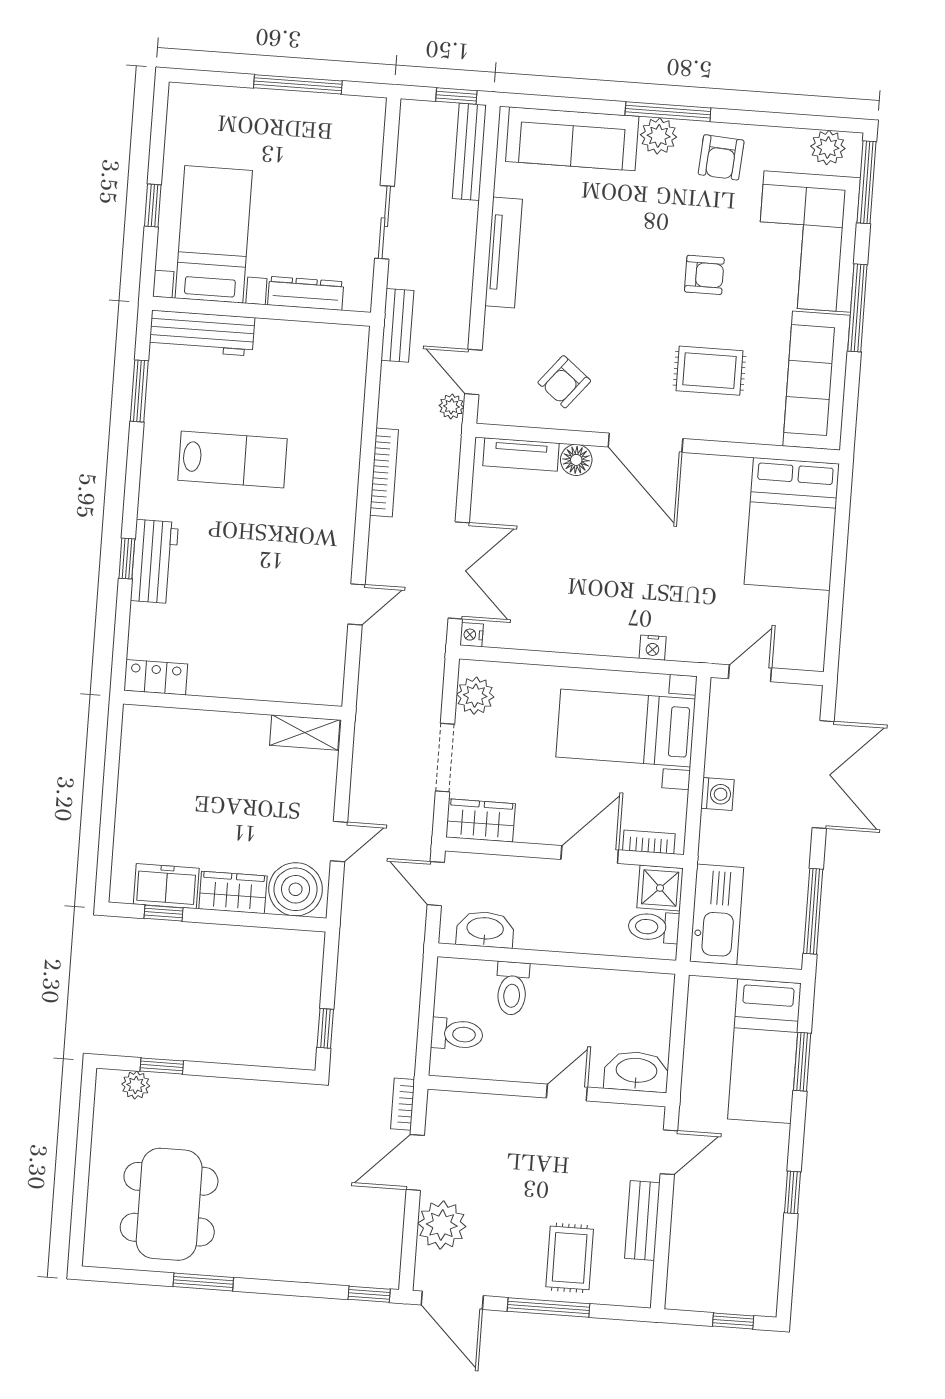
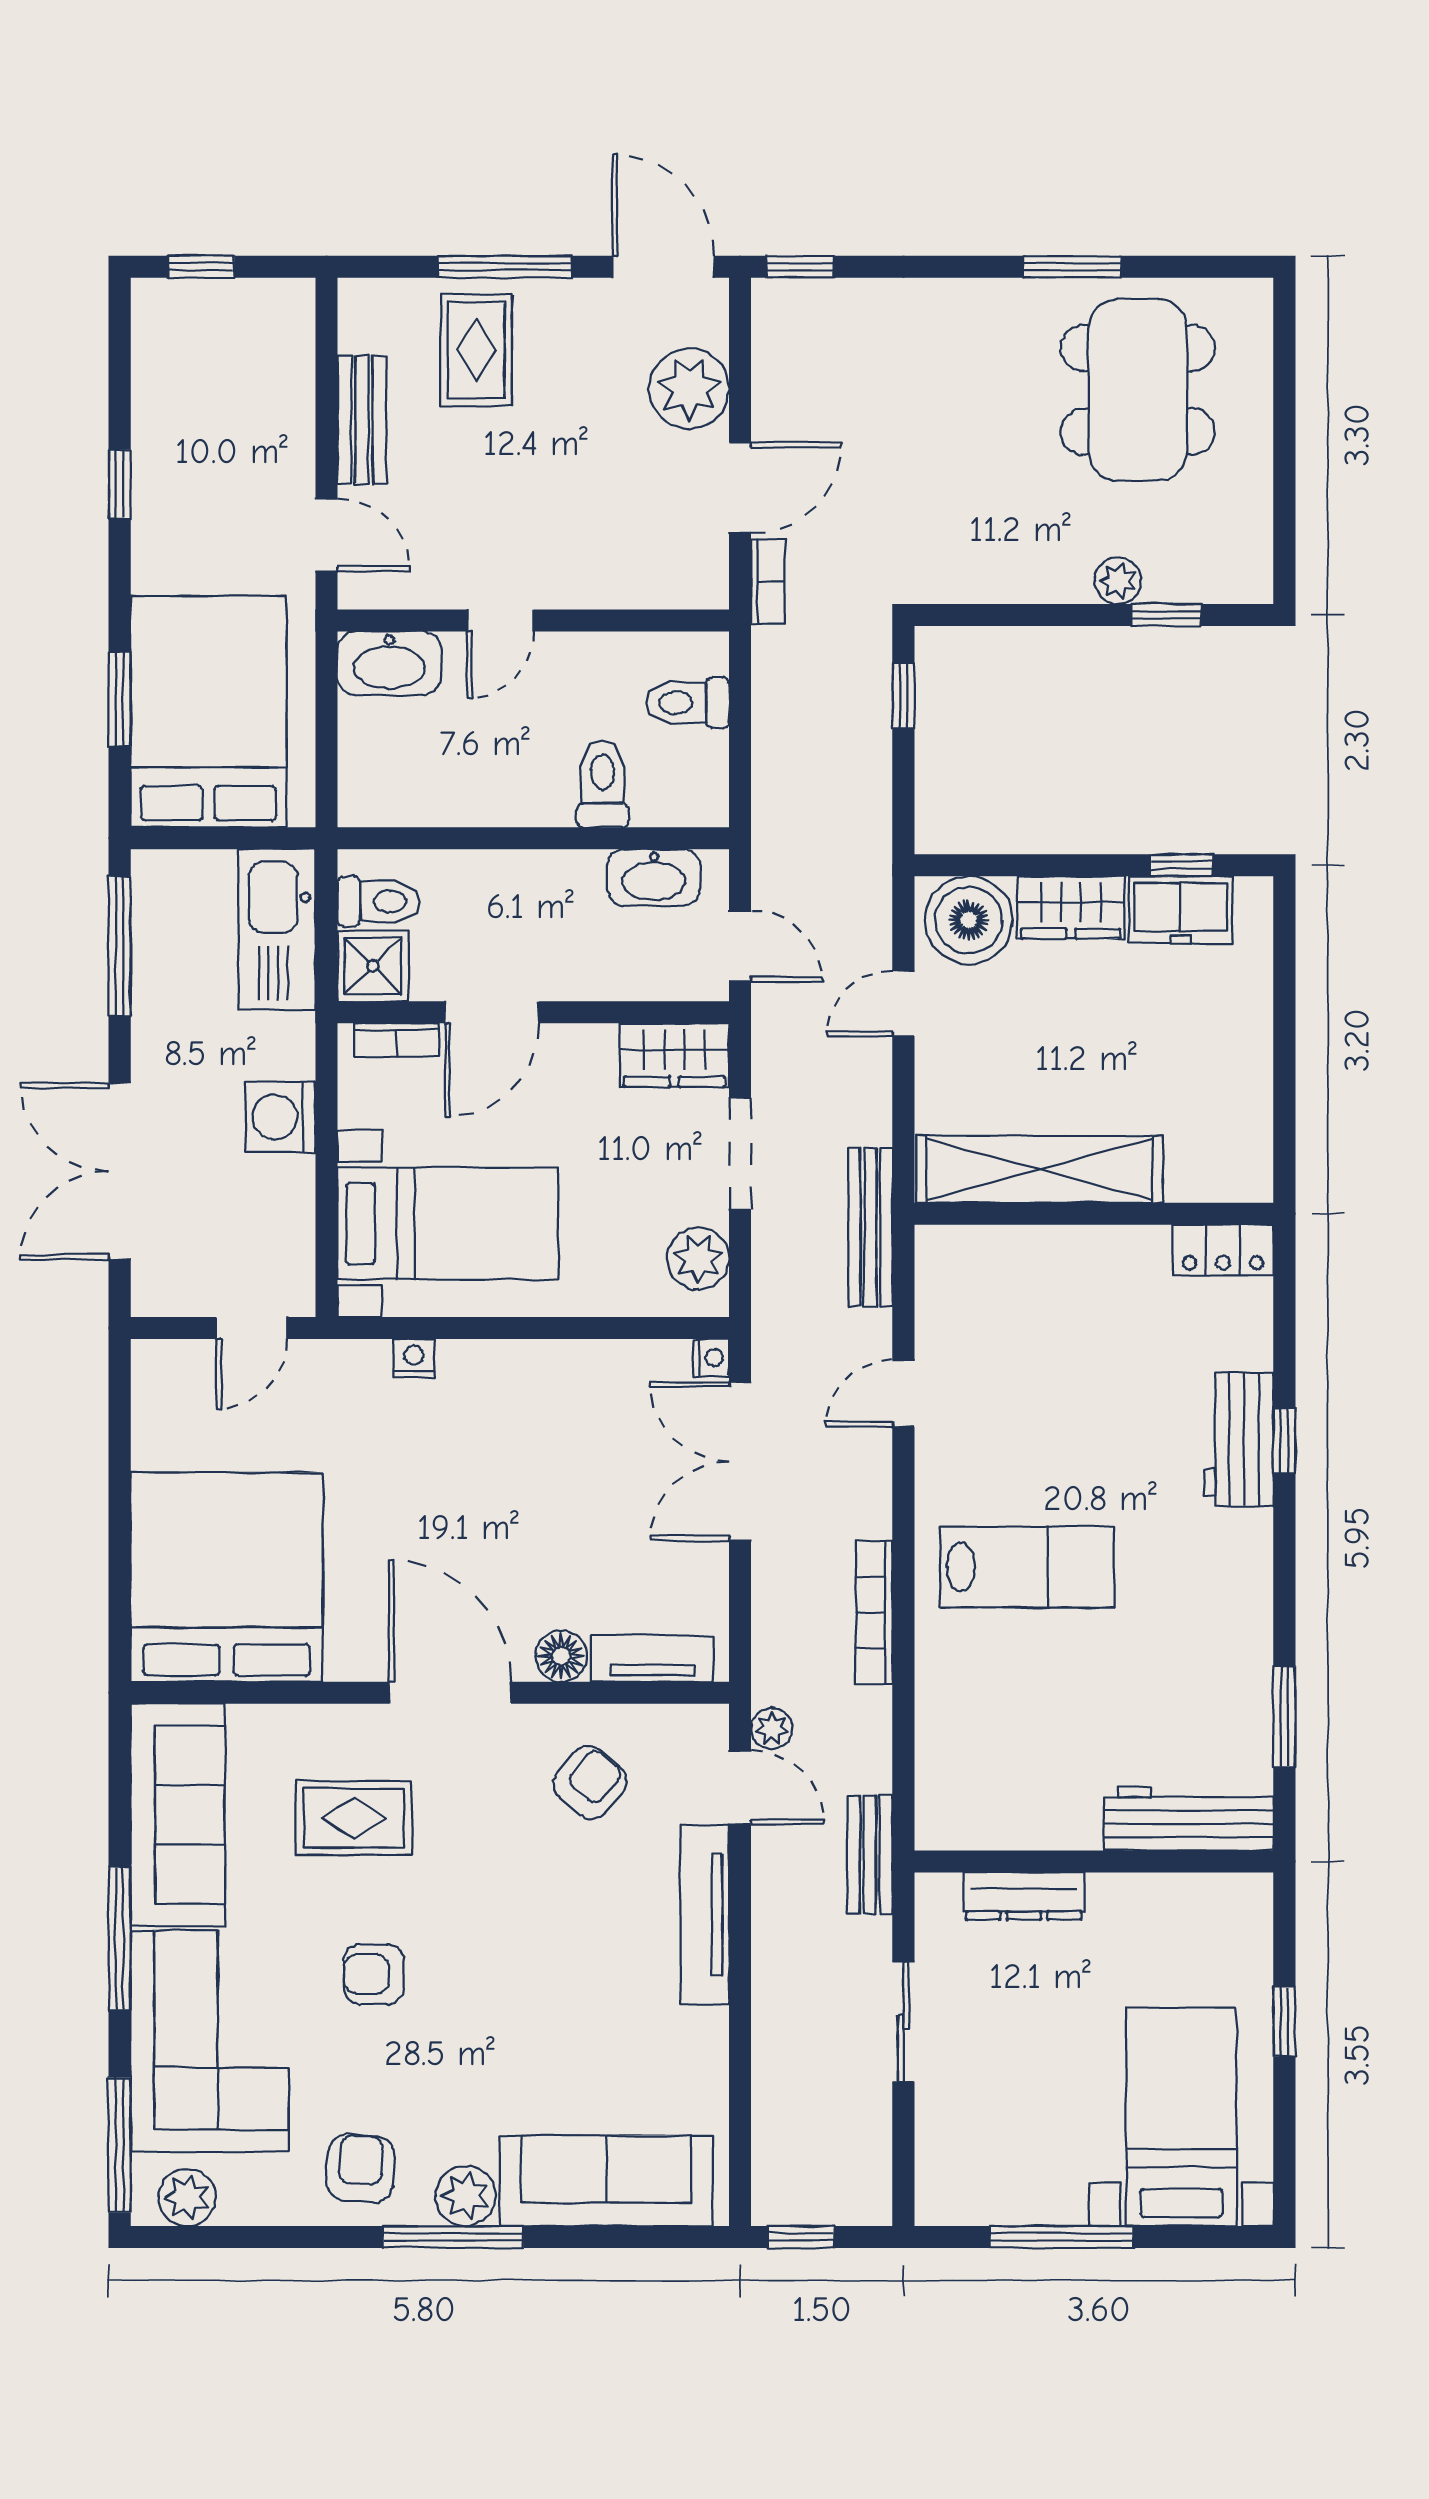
bench: (469, 152) -> (870, 1227), moved
bed with nightstands: (214, 234) -> (1181, 2117), moved, turned 180
tv unit: (504, 253) -> (705, 1915), moved
lab bench: (232, 459) -> (1027, 1567), moved, turned 180
bed: (792, 524) -> (227, 1577), width x1.36
shelving: (305, 733) -> (1040, 1169), width x2.20, depth x1.33
washing machine: (717, 794) -> (281, 1117), width x1.38, depth x1.38
bed: (764, 1051) -> (208, 712), width x1.50
plant: (136, 1085) -> (1118, 581), moved
door: (669, 1152) -> (326, 535), swing flipped

